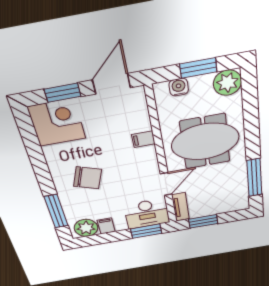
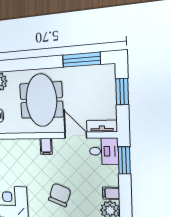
filing cabinet: (143, 139) -> (46, 146), moved
desk: (147, 214) -> (104, 151), width x0.73
window: (203, 221) -> (122, 92), moved

